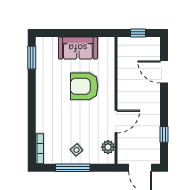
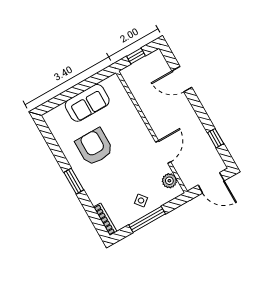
window: (32, 58) -> (74, 181), moved
armchair: (84, 86) -> (94, 147), moved, turned 90

